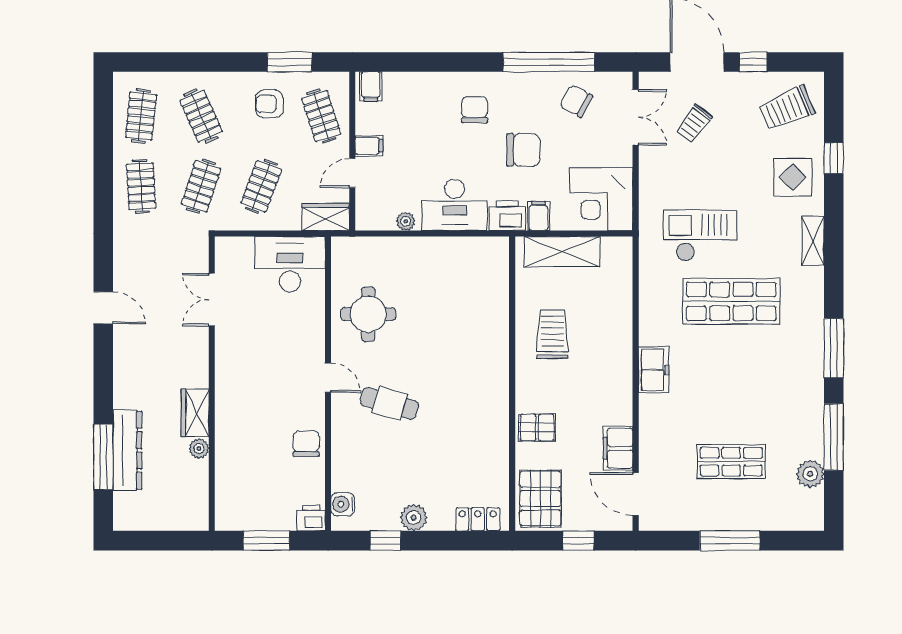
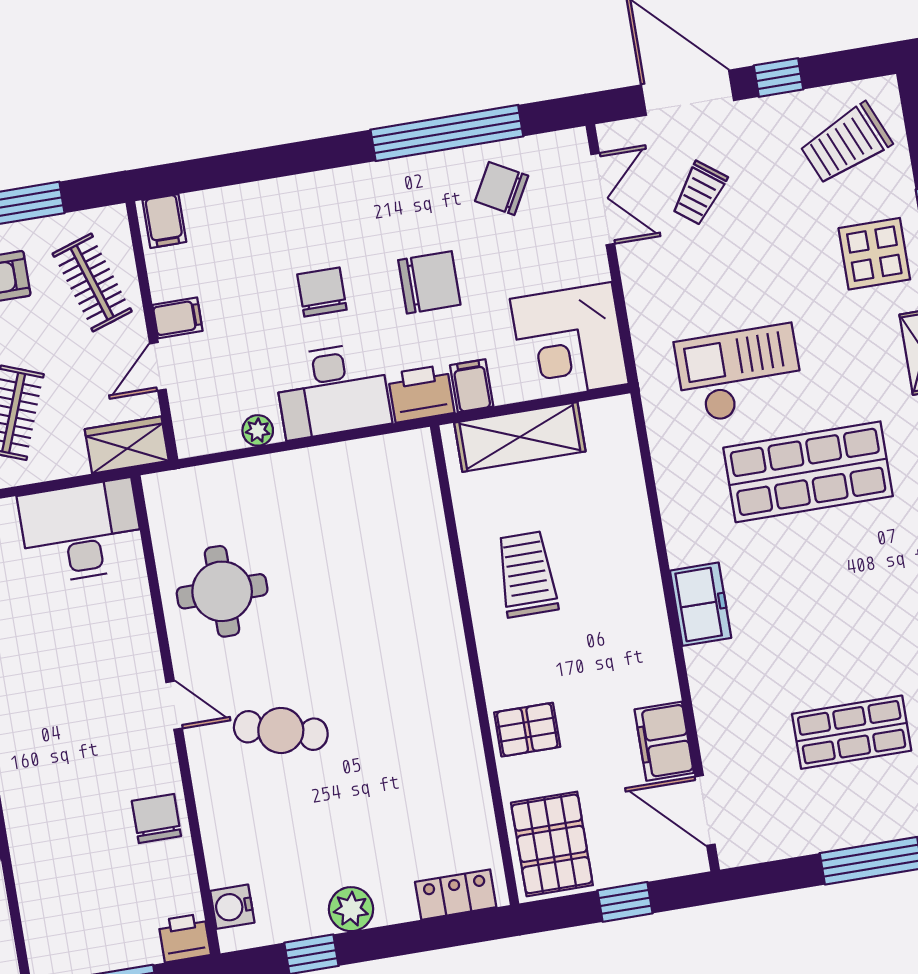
chair: (475, 110) -> (322, 292), moved

